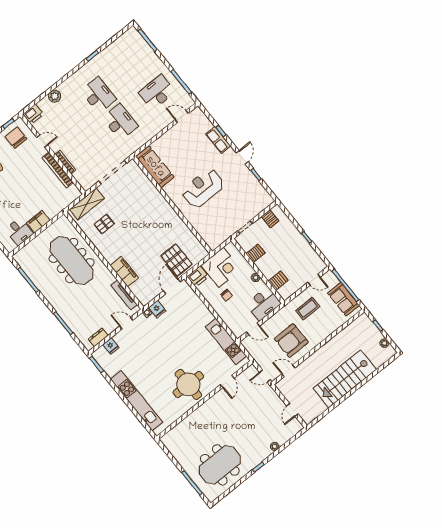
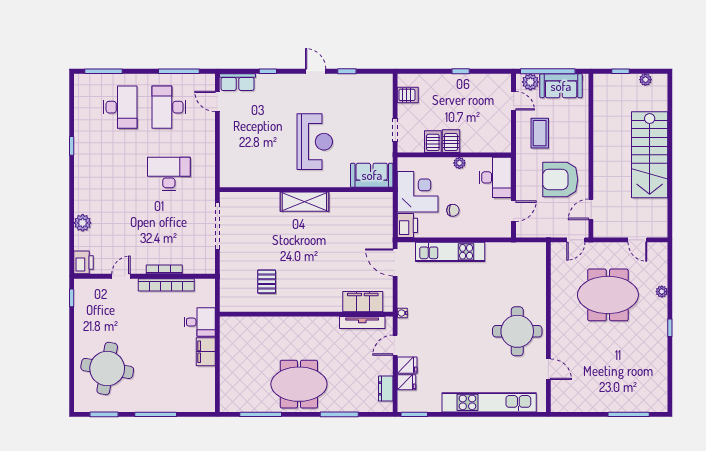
desk: (98, 95) -> (120, 107), moved, turned 90
door: (182, 117) -> (217, 101), hinge flipped
chair: (16, 138) -> (94, 302), removed
row of seats: (218, 140) -> (237, 82), moved
sofa: (155, 167) -> (372, 175), moved, width x0.73
reception desk: (203, 188) -> (315, 142), turned 180
shelving: (87, 204) -> (304, 202), moved, turned 90
desk: (19, 231) -> (200, 322), moved
pallet: (177, 260) -> (370, 234), removed
meeting table: (72, 261) -> (299, 384), moved, width x0.73
filing cabinet: (124, 272) -> (363, 302), moved
door: (314, 280) -> (514, 101), hinge flipped
server rack: (278, 281) -> (451, 141), moved
plant: (332, 281) -> (530, 82), added
fridge: (157, 309) -> (407, 365), moved
kitchen unit: (226, 341) -> (450, 252), moved
armchair: (291, 341) -> (560, 179), turned 90
door: (227, 381) -> (548, 369), moved
meeting table: (220, 465) -> (608, 295), moved, turned 90

